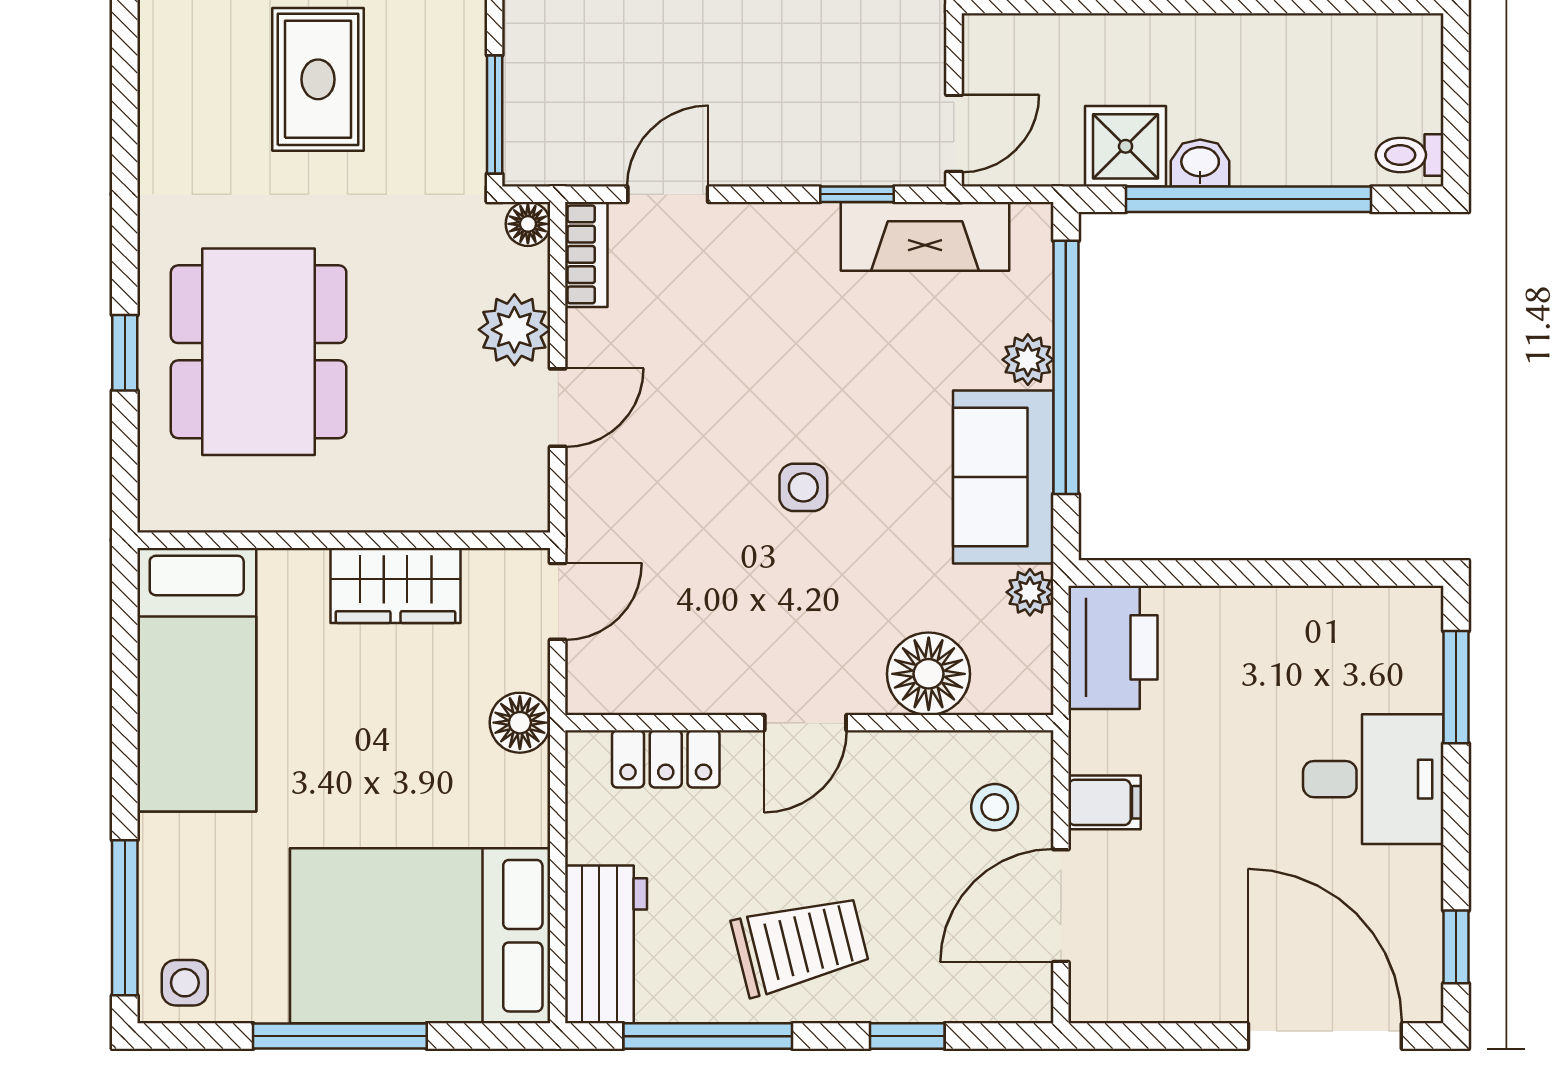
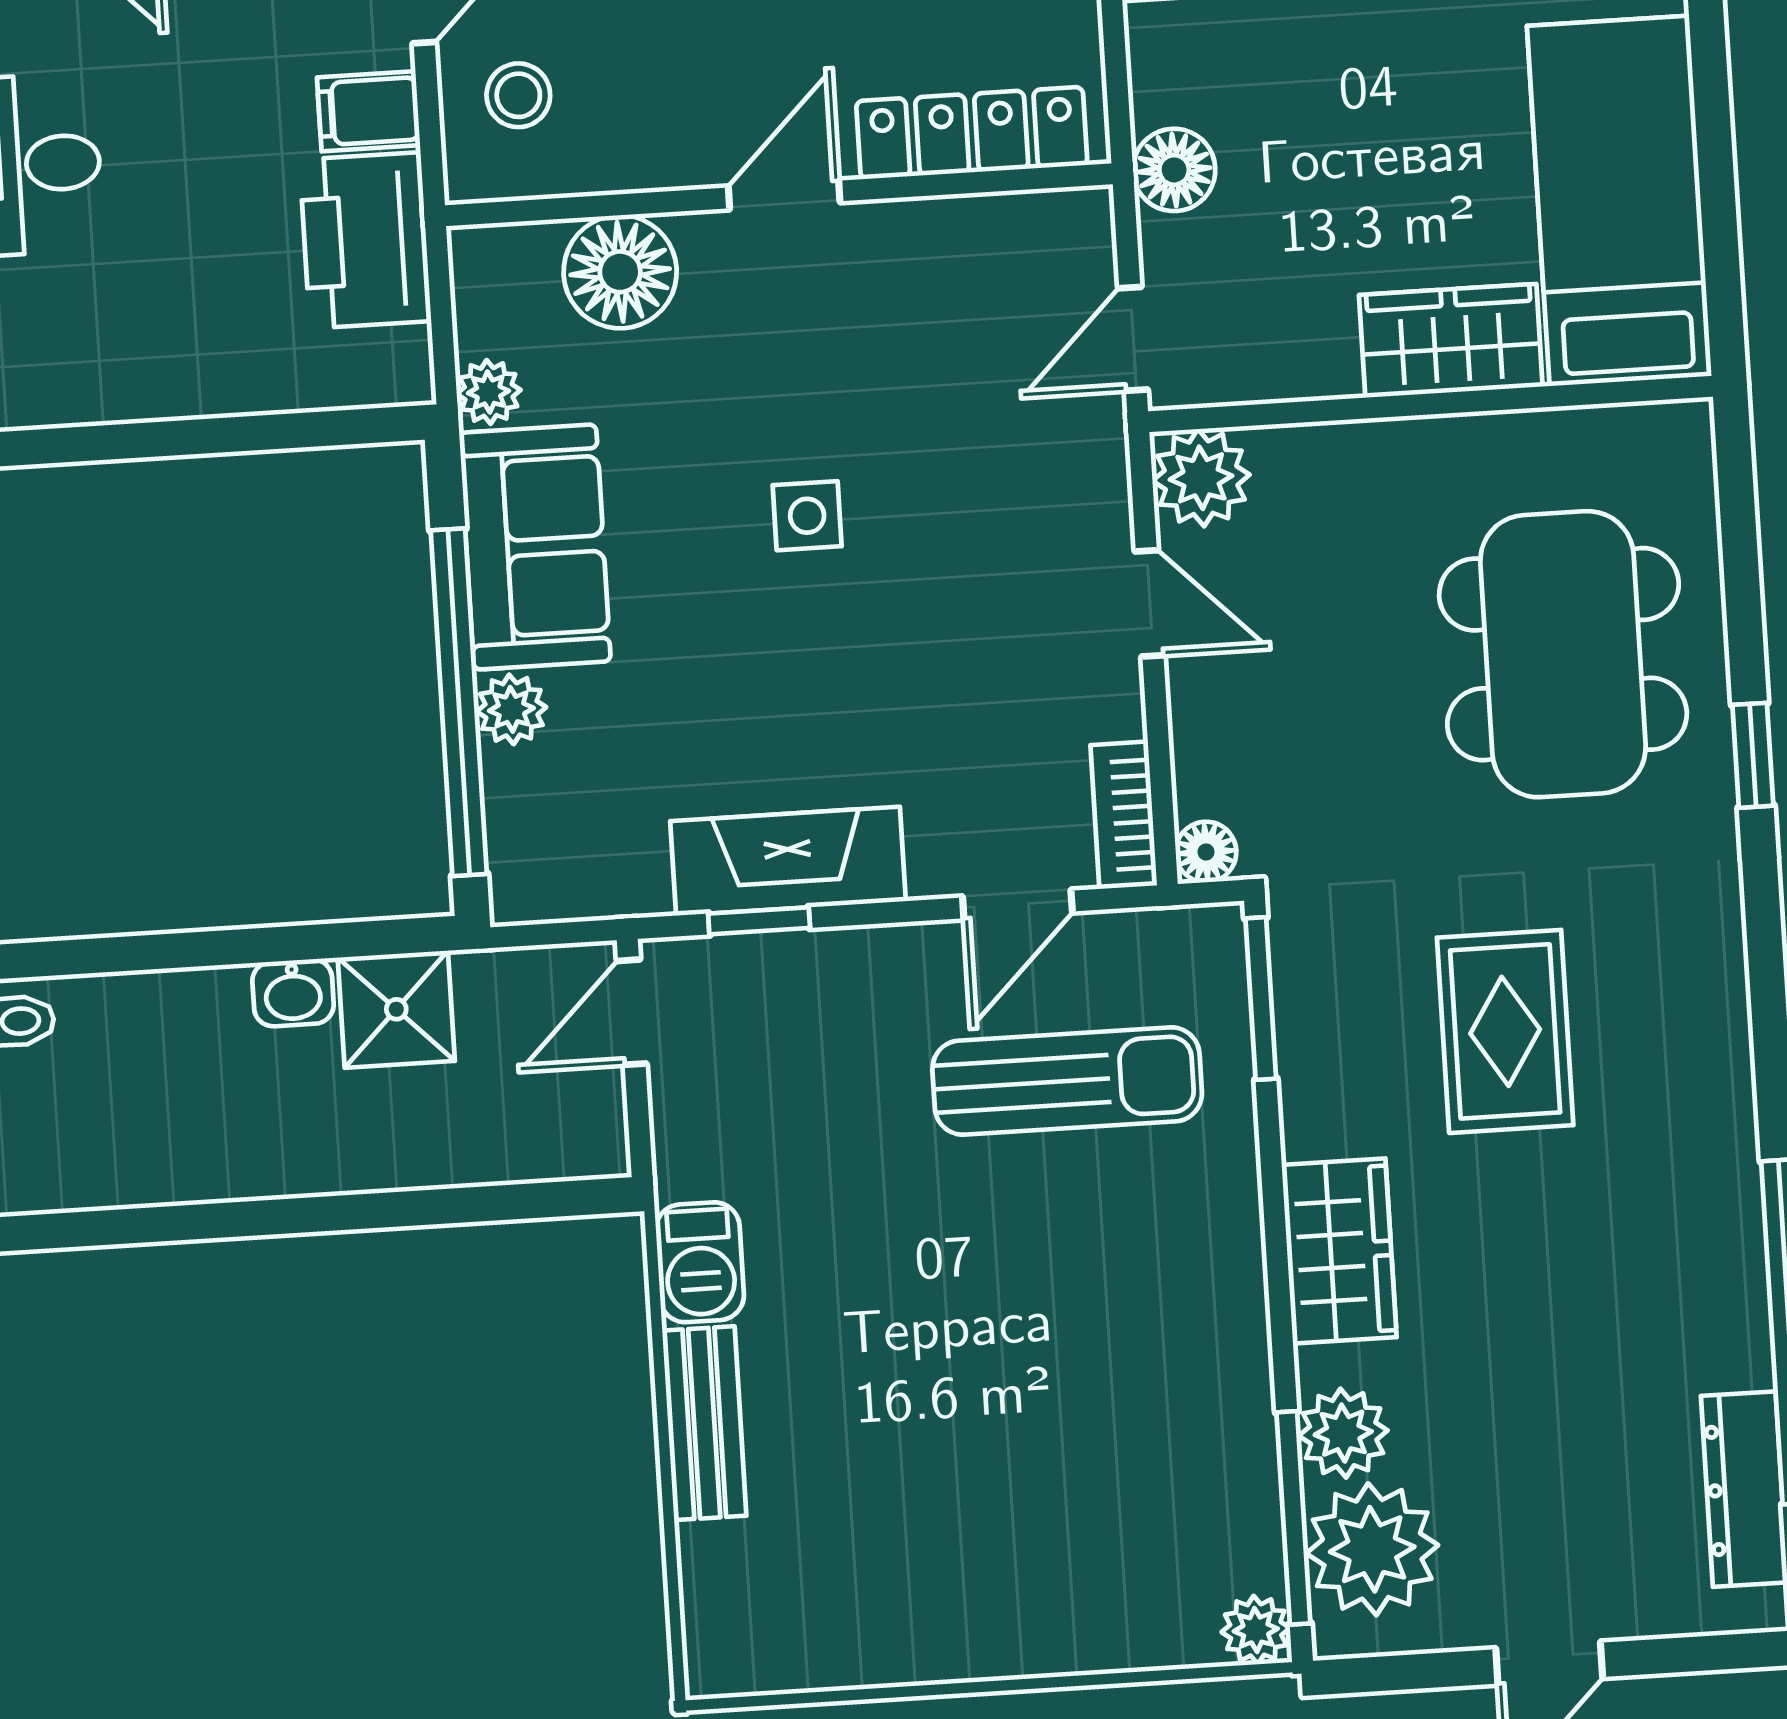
sun lounger: (640, 63) -> (1067, 1081), added
window: (1248, 199) -> (224, 948), removed
fireplace: (925, 236) -> (788, 861), moved
plant: (514, 330) -> (1201, 478), moved
window: (125, 353) -> (1753, 755), moved
door: (558, 408) -> (1150, 603), swing flipped
wardrobe: (395, 585) -> (1451, 341), moved
printer: (1113, 647) -> (365, 240), moved
locker: (666, 759) -> (972, 133), width x1.53

